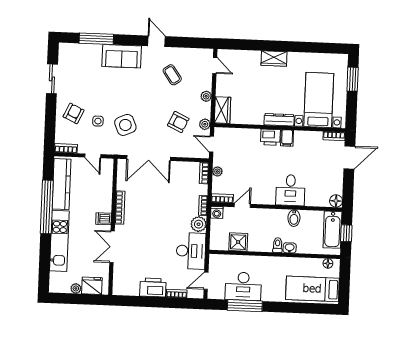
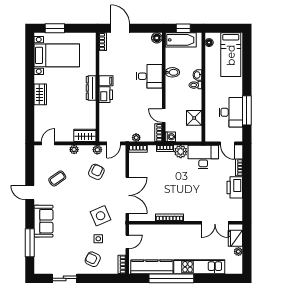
door: (156, 41) -> (30, 193), hinge flipped
bed with nightstands: (319, 100) -> (57, 55), moved, turned 180
dishwasher: (104, 219) -> (179, 231), removed
double door: (112, 247) -> (215, 223), moved

